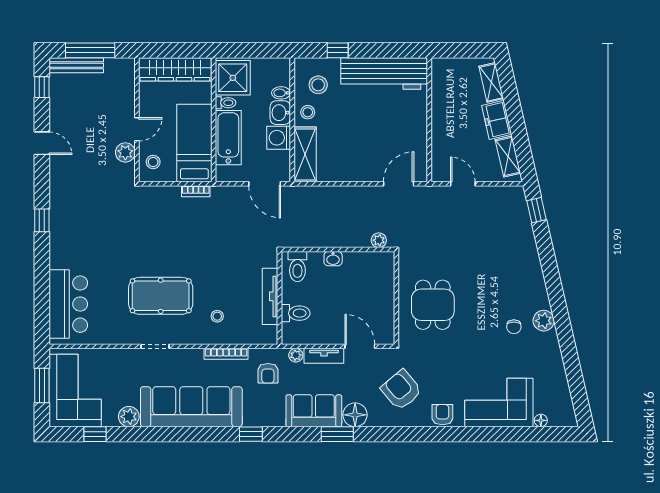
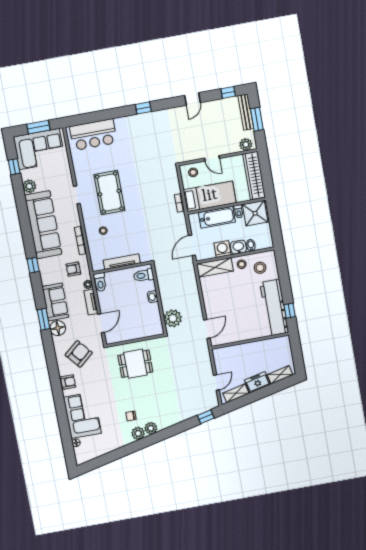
window: (90, 50) -> (257, 119), width x0.69
window: (338, 50) -> (290, 311), moved
plant: (125, 152) -> (246, 145), moved
door: (399, 184) -> (207, 329), hinge flipped
door: (463, 184) -> (216, 383), moved
plant: (379, 240) -> (173, 318), width x1.88, depth x1.88
plant: (539, 299) -> (151, 428), added
toilet: (296, 313) -> (100, 282), moved

